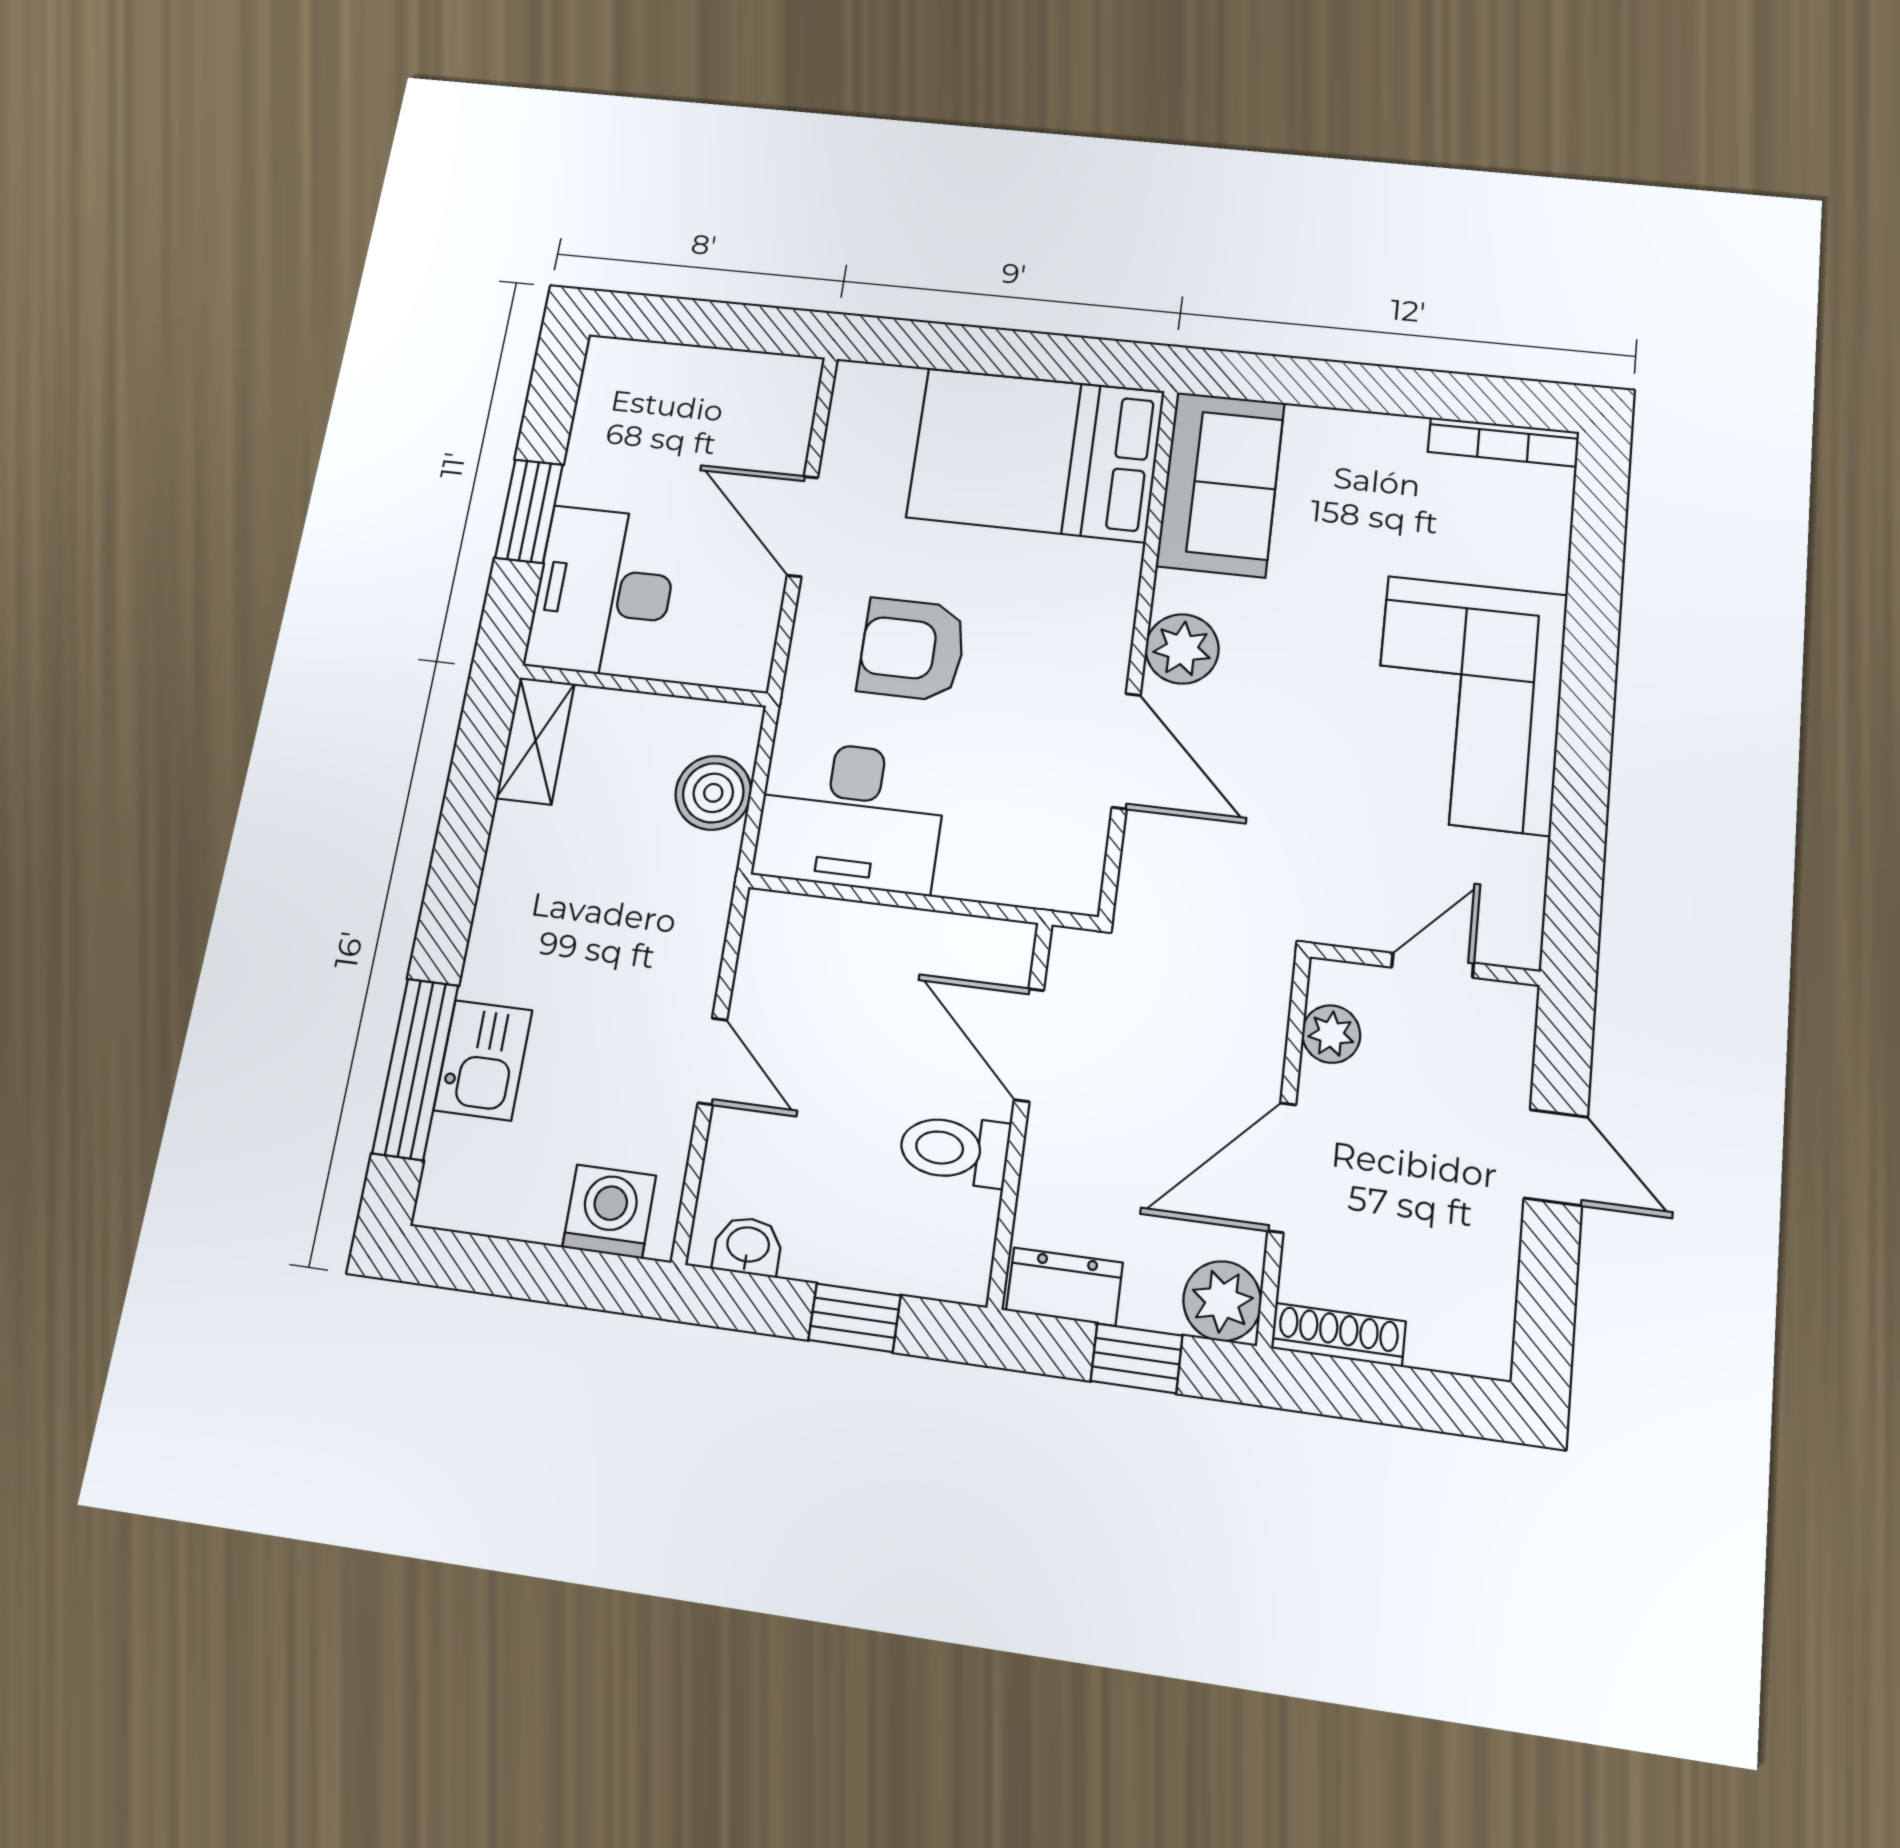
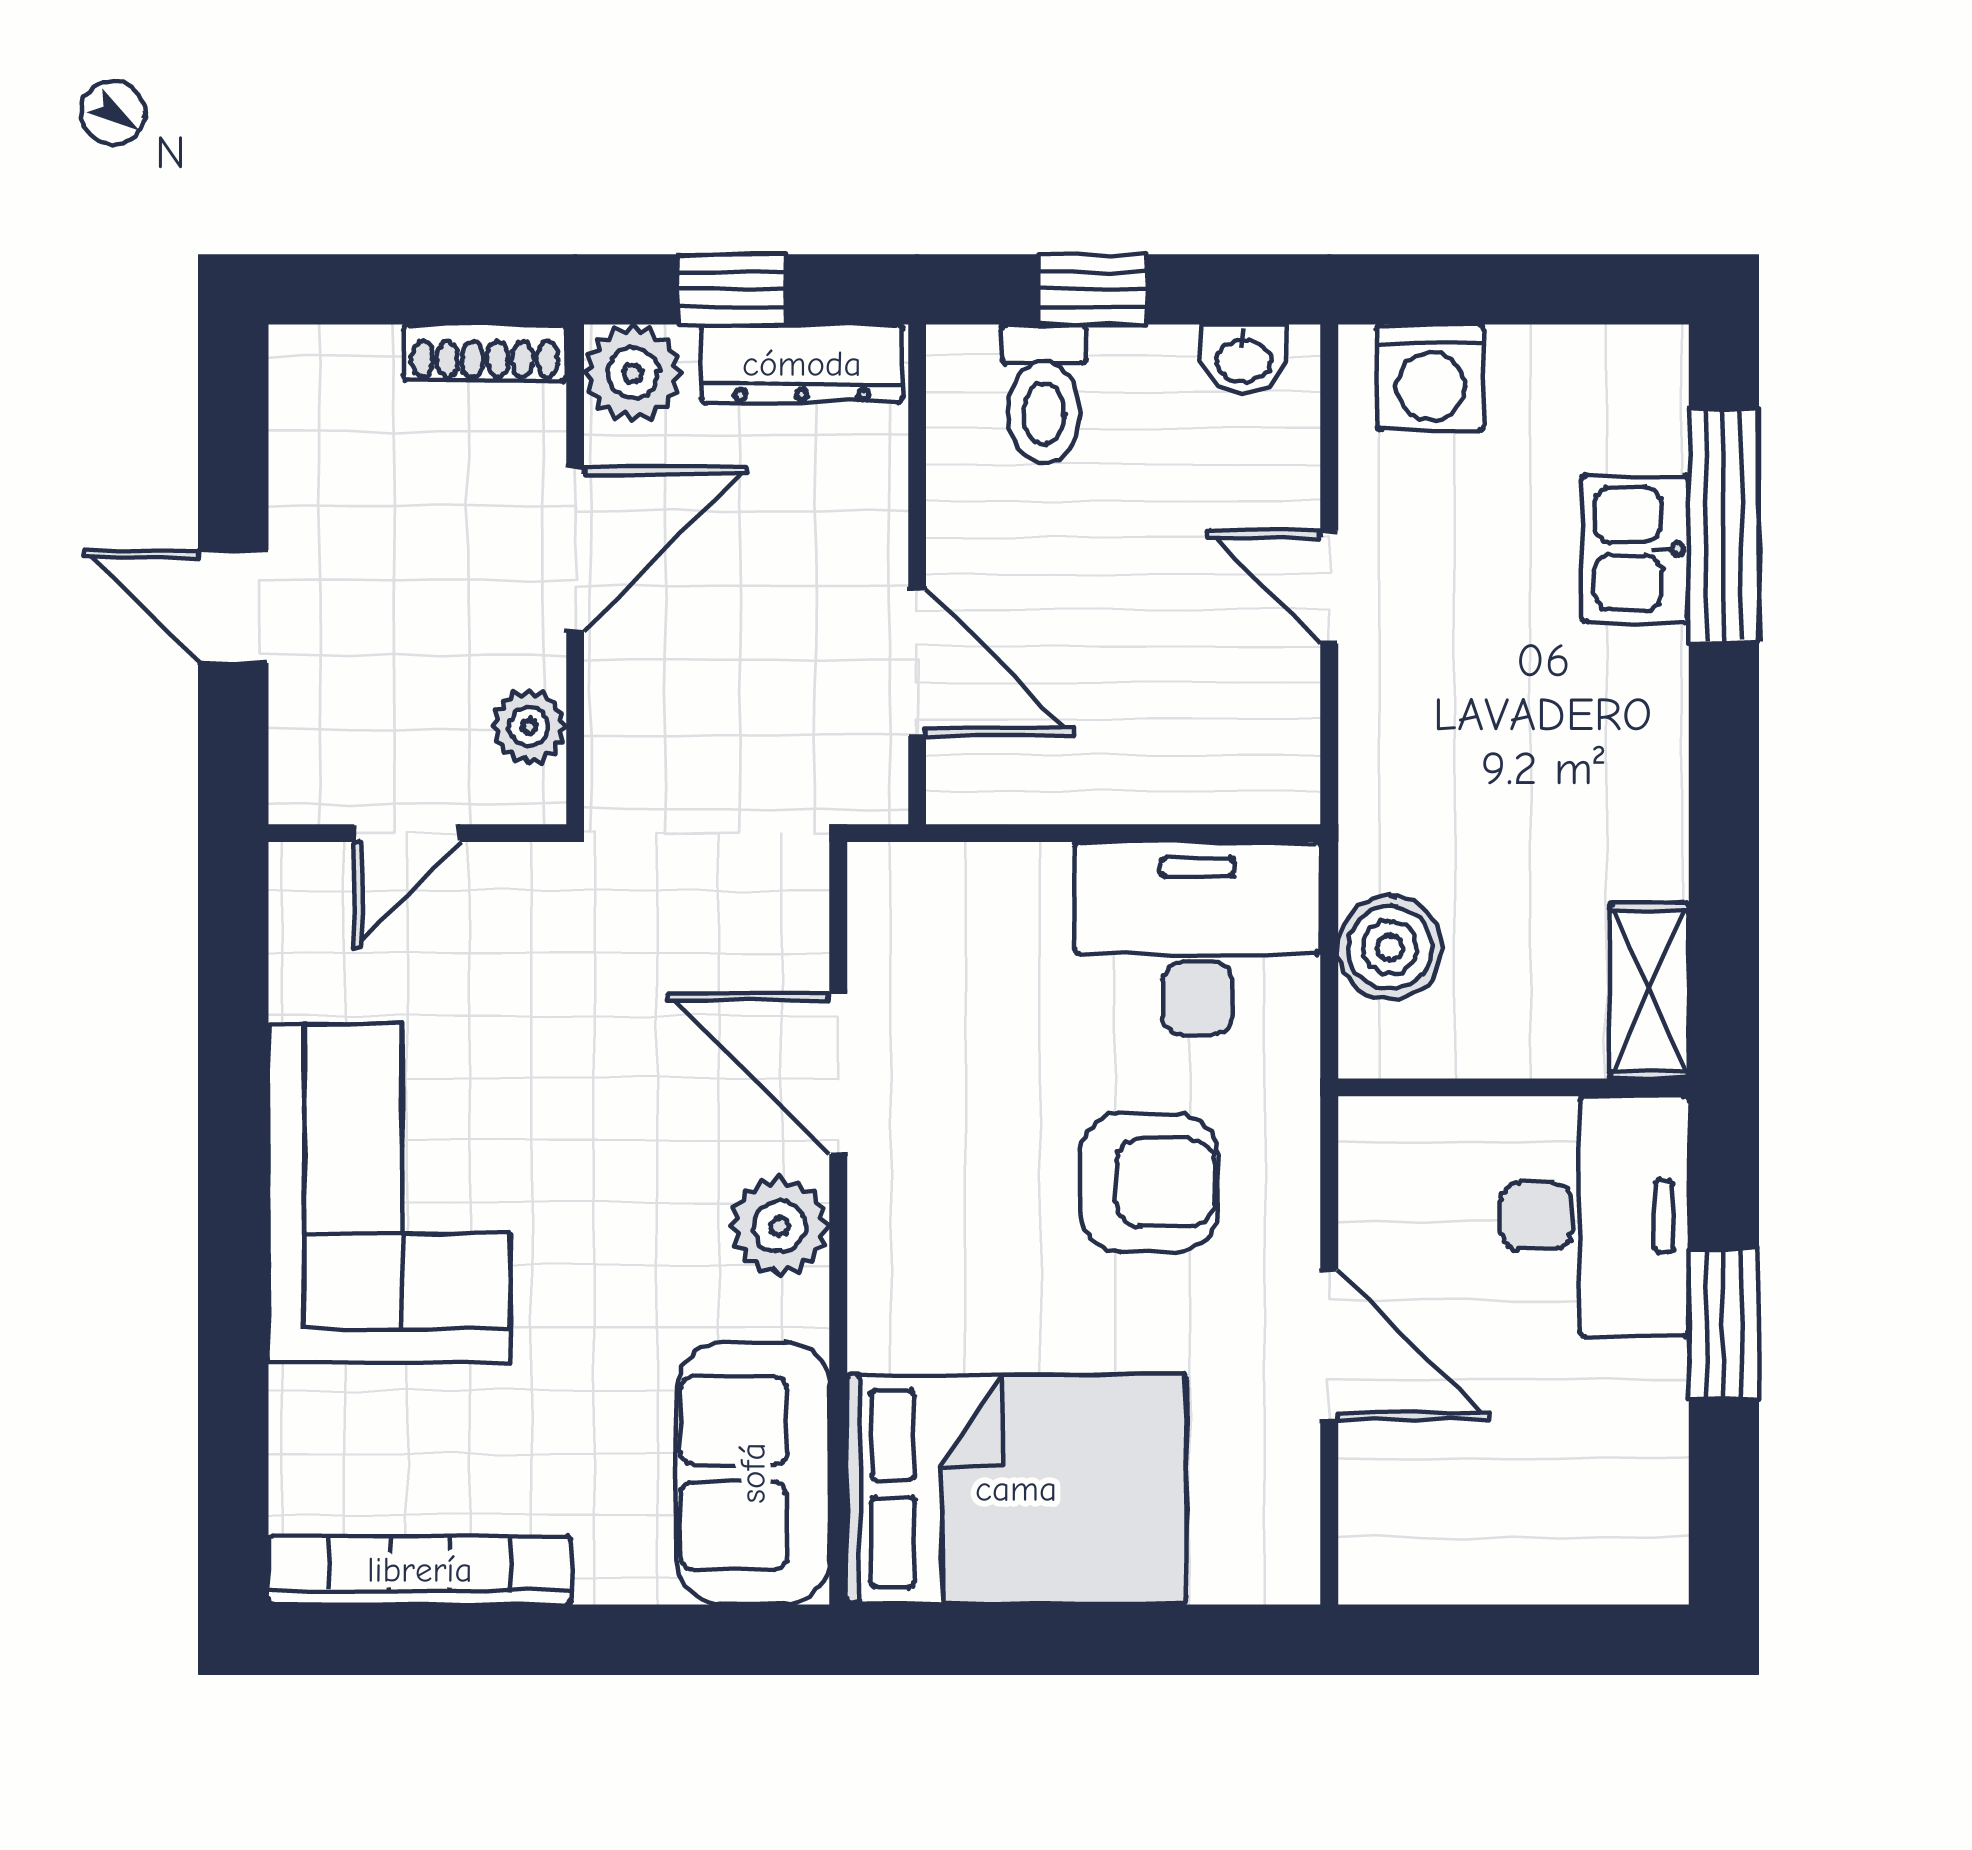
bookcase: (1503, 442) -> (420, 1570), width x1.48, depth x1.31
toilet: (954, 1149) -> (1044, 394), moved, turned 90
dresser: (1064, 1287) -> (802, 364), width x1.44

